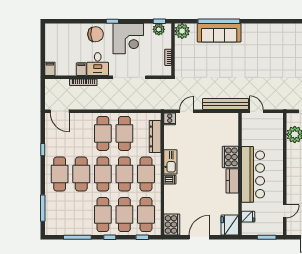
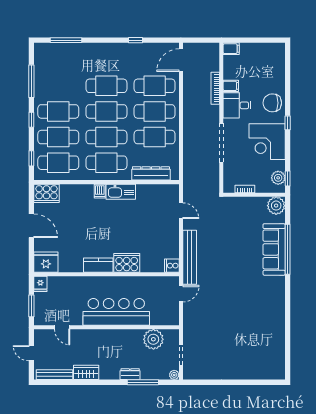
chair: (96, 34) -> (272, 103), turned 93
cooker: (170, 119) -> (172, 266), moved
cafe table: (60, 174) -> (155, 86), moved
bar counter: (253, 174) -> (116, 312), moved, turned 180
fridge: (248, 217) -> (40, 284), moved

